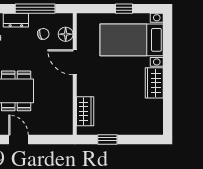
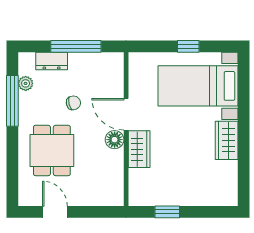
chair: (43, 34) -> (73, 103), moved
floor lamp: (66, 34) -> (115, 140), moved
wardrobe: (85, 111) -> (139, 149), moved

